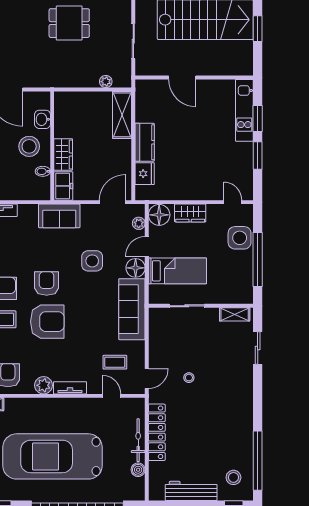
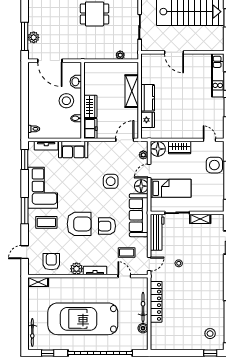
shelving: (122, 115) -> (132, 91), moved
sofa: (59, 216) -> (73, 150), moved
armchair: (47, 283) -> (107, 226), moved, turned -90
shelving: (235, 314) -> (200, 219), moved
workbench: (191, 491) -> (157, 232), moved, turned 90

